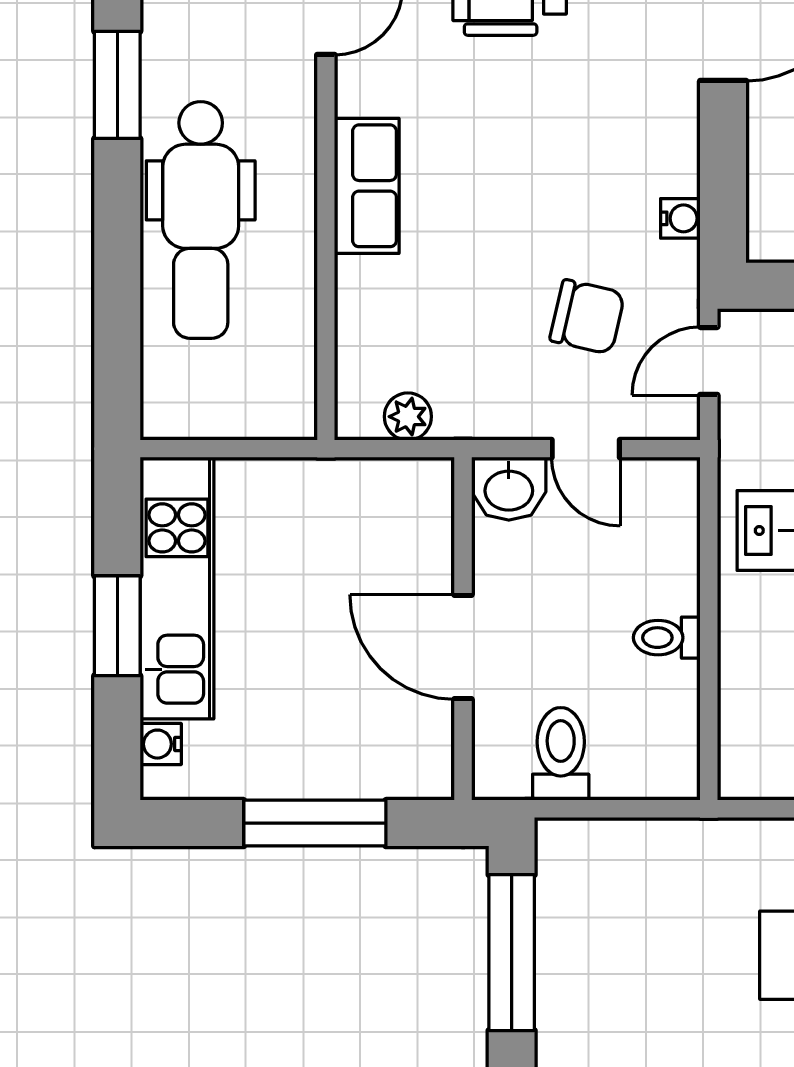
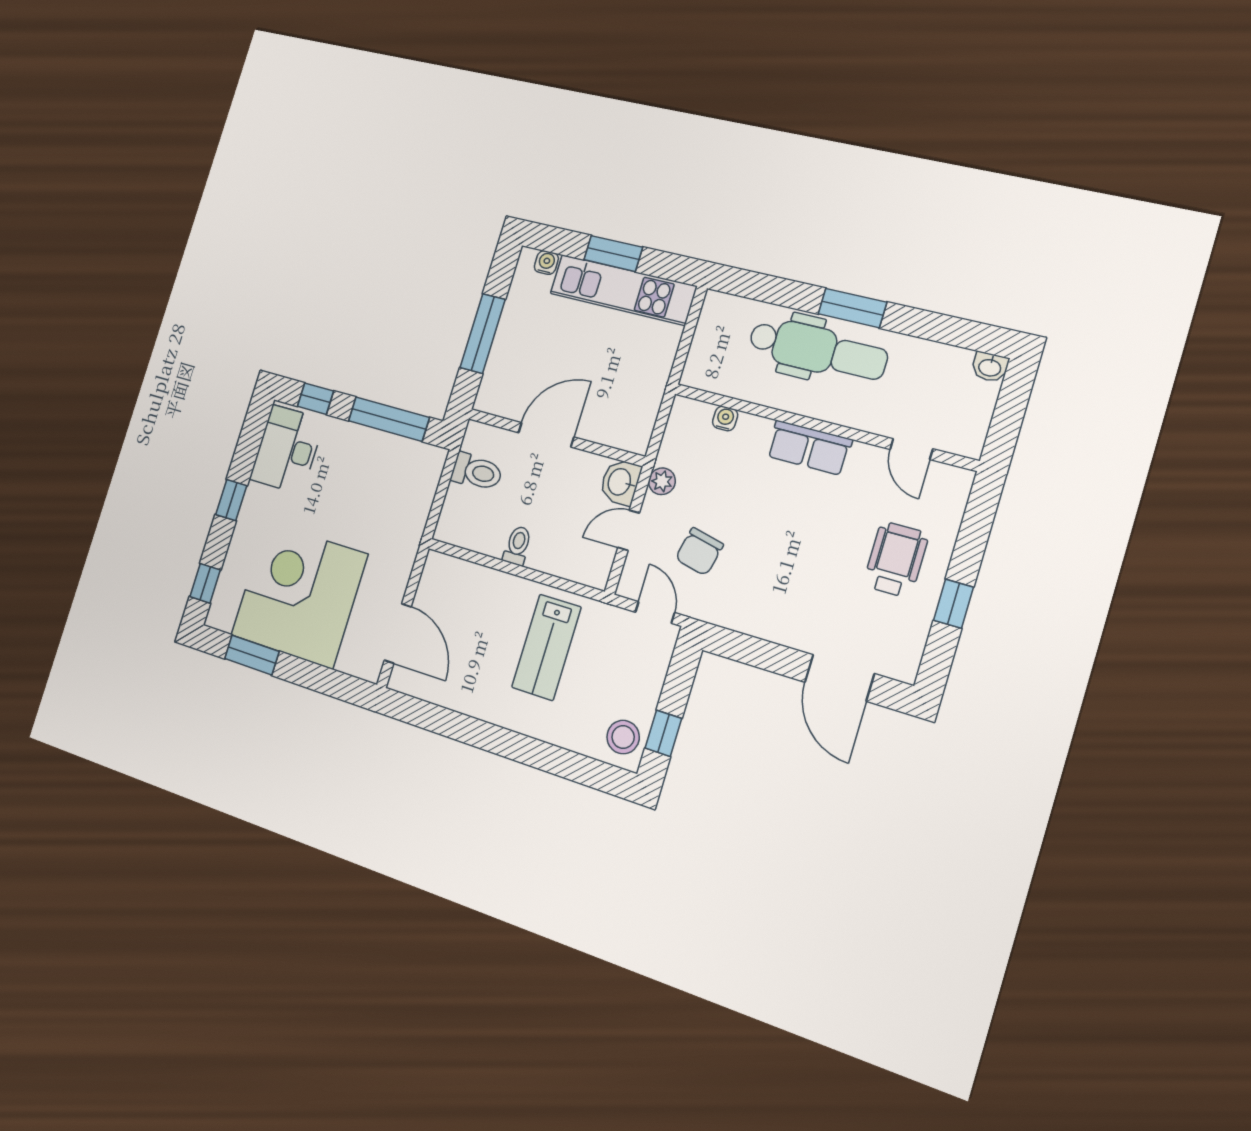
window: (117, 85) -> (852, 308), moved
water cooler: (680, 218) -> (725, 418), moved, turned 180
dental chair: (201, 220) -> (818, 350), turned 180
plant: (408, 417) -> (662, 481), moved

